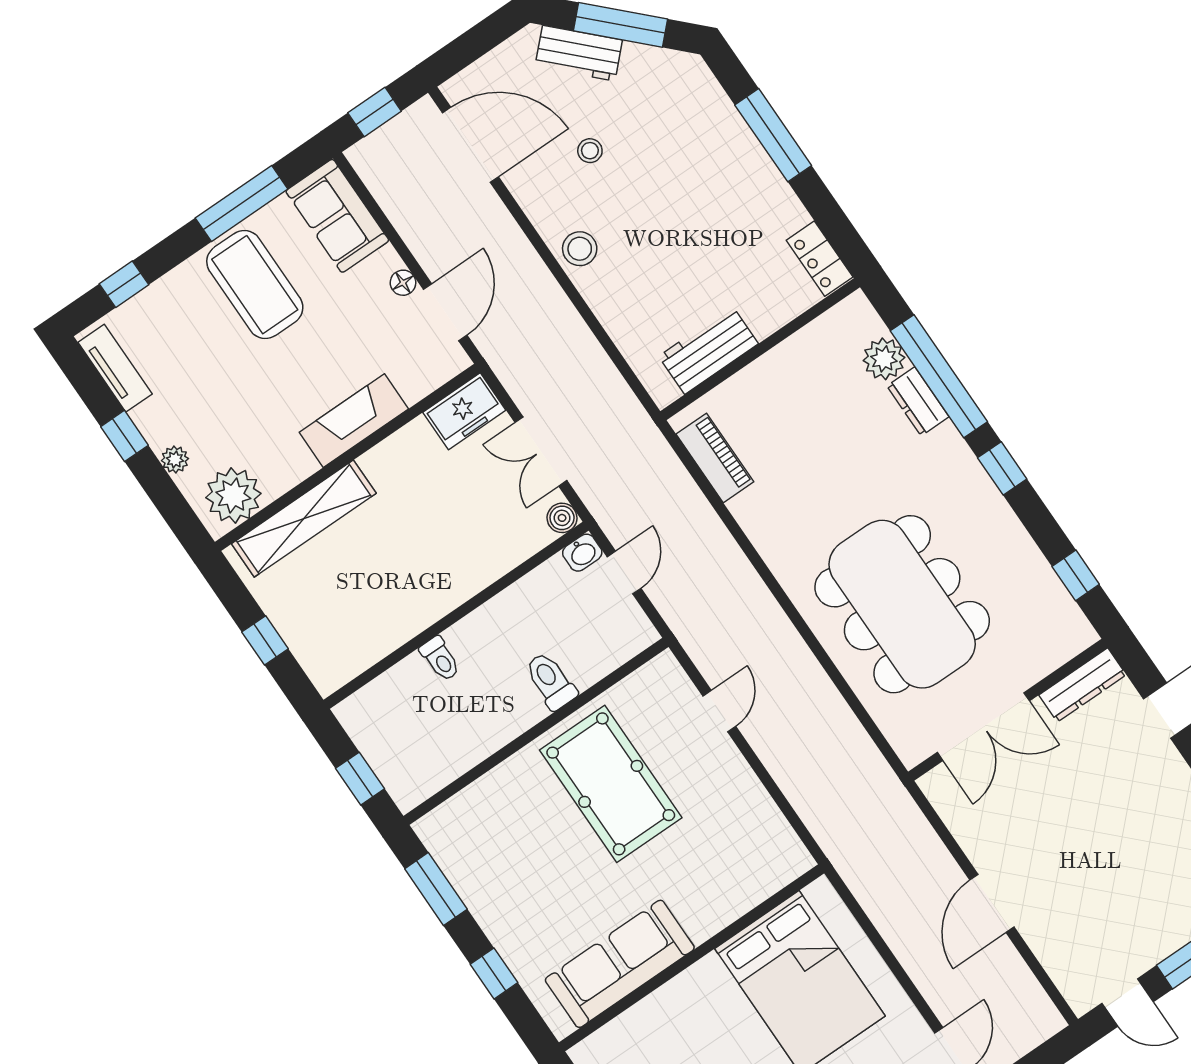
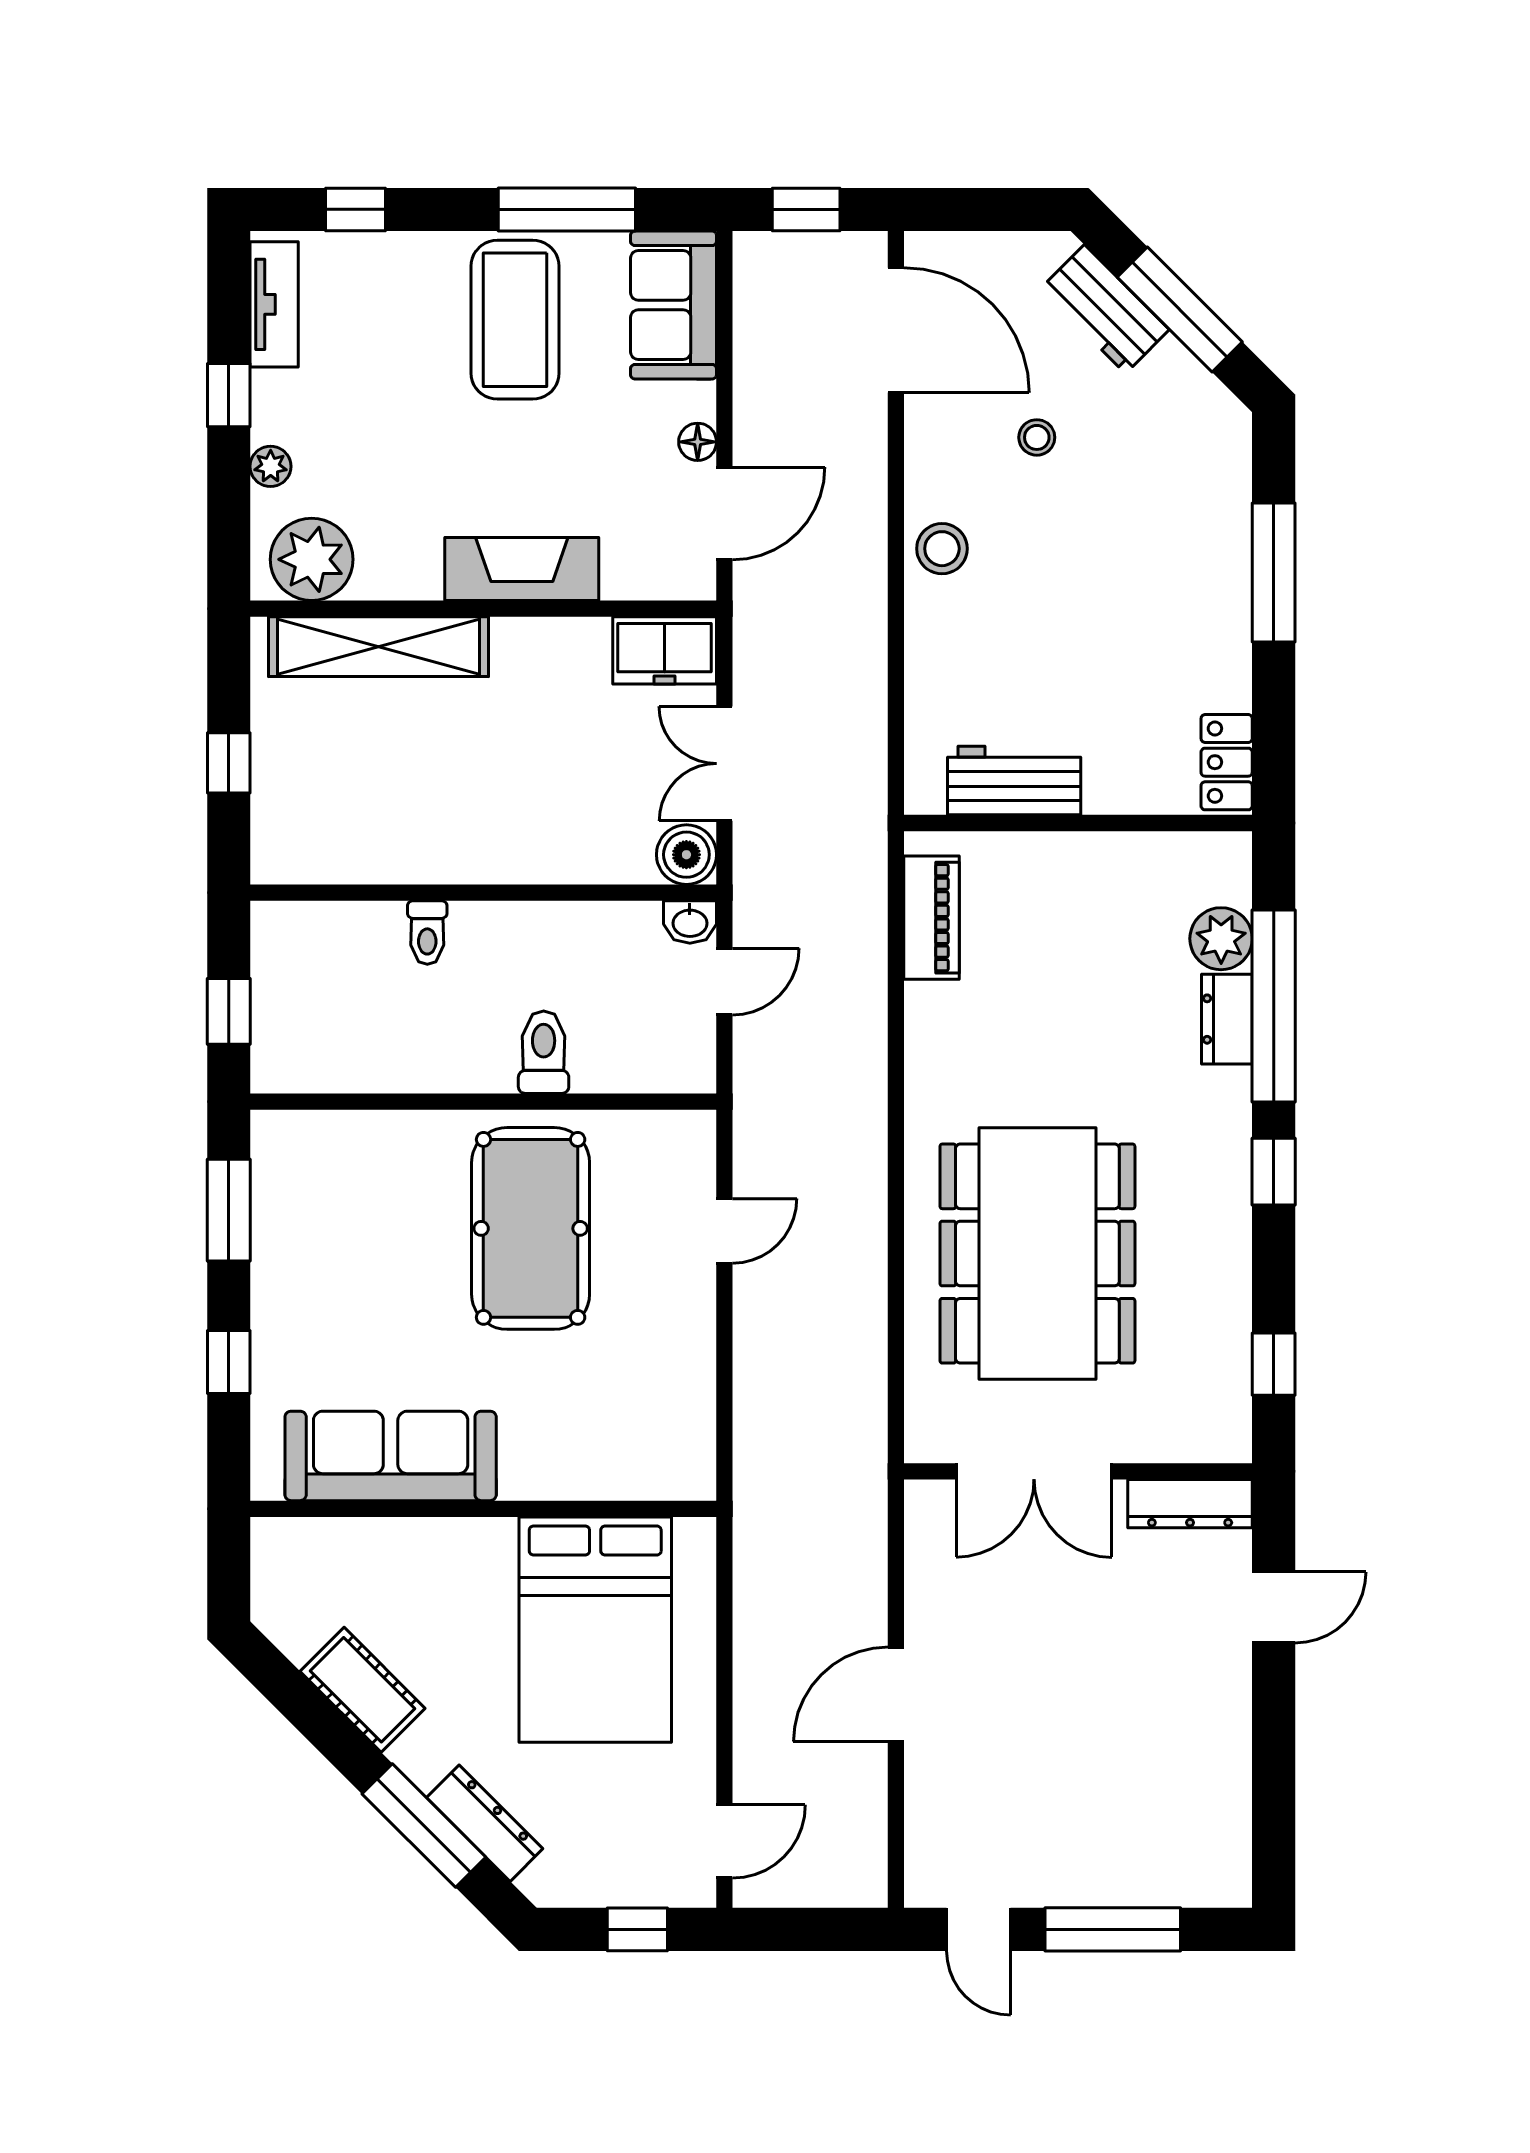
boiler: (562, 518) -> (686, 855), width x1.36, depth x1.36

